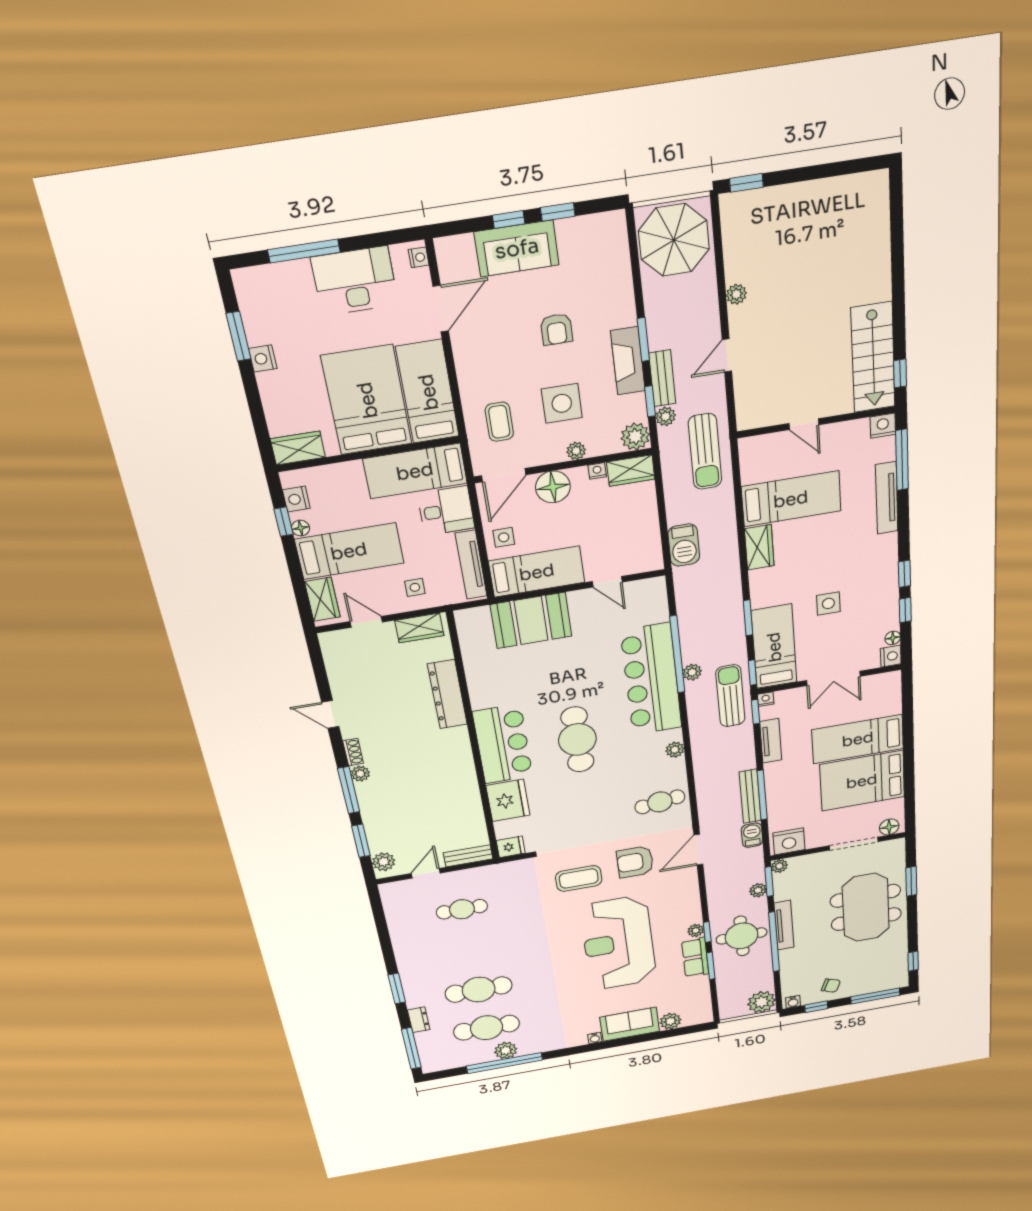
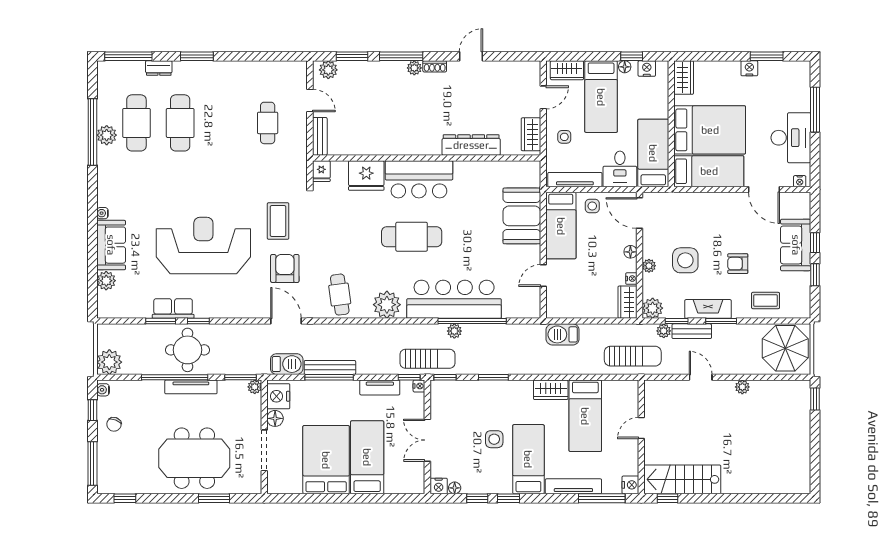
coffee table: (499, 422) -> (766, 301), moved
sun lounger: (705, 452) -> (633, 356), turned 180
floor lamp: (553, 487) -> (630, 252), width x0.53, depth x0.53
bed: (774, 647) -> (528, 459), moved, turned -90
plant: (675, 750) -> (387, 305), width x1.88, depth x1.88
floor lamp: (889, 827) -> (275, 418), moved
barbecue: (752, 835) -> (287, 364), width x1.38, depth x1.27
plant: (758, 890) -> (233, 367), removed
plant: (696, 930) -> (202, 312), removed

